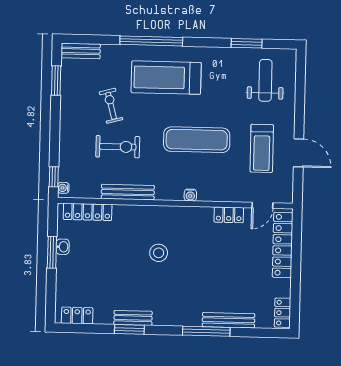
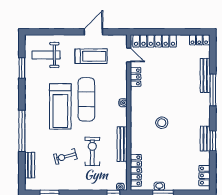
bench: (81, 51) -> (30, 165), moved
treadmill: (166, 78) -> (60, 106), moved

